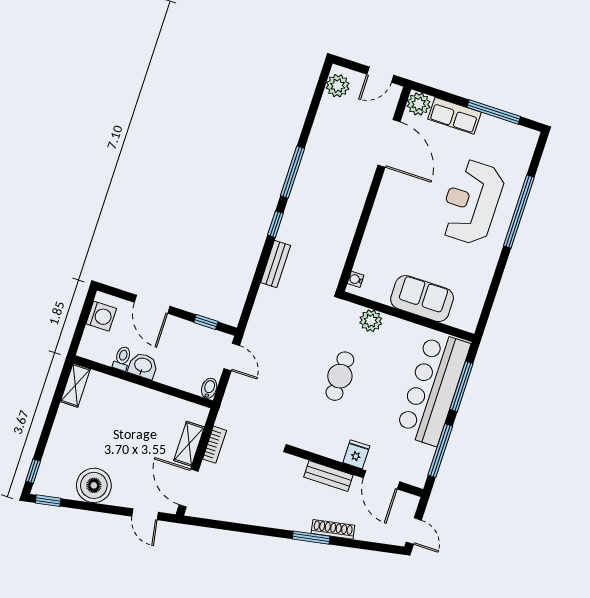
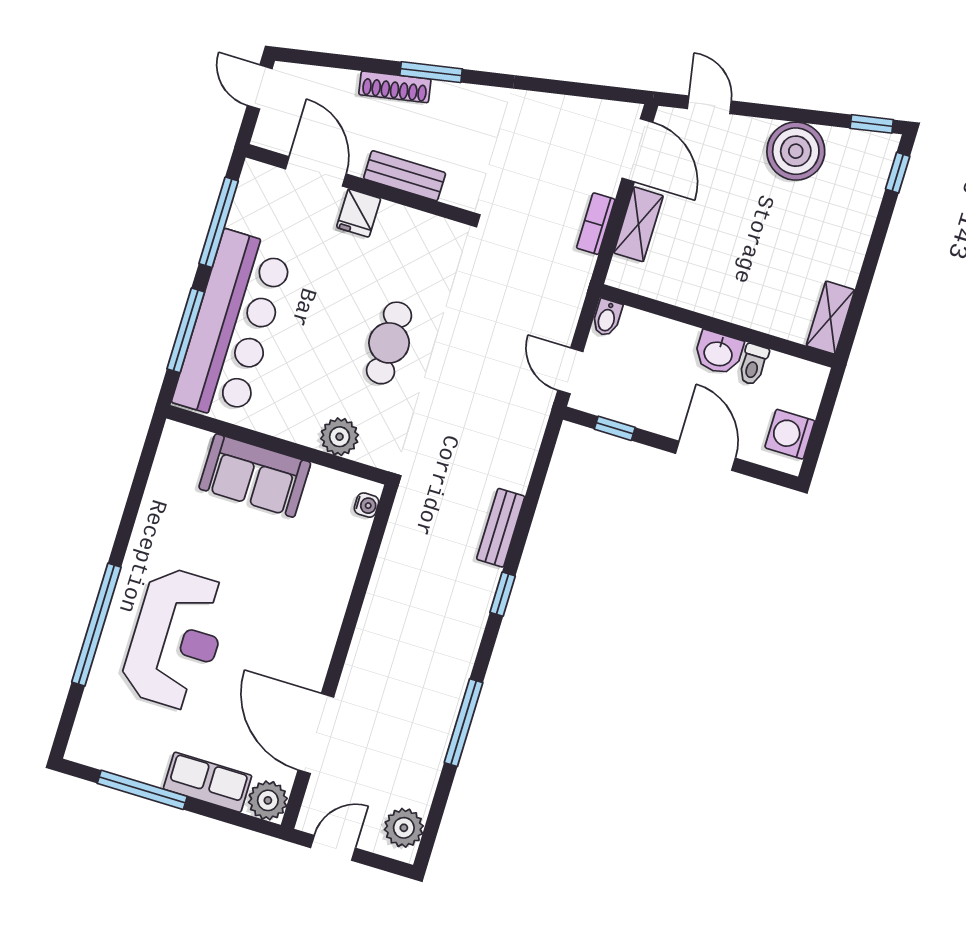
window: (293, 172) -> (464, 723), moved

